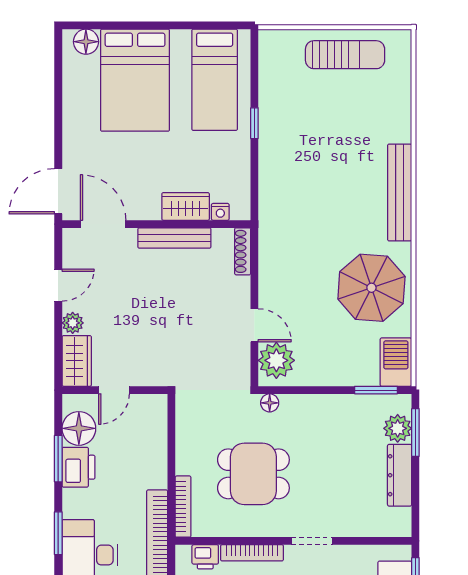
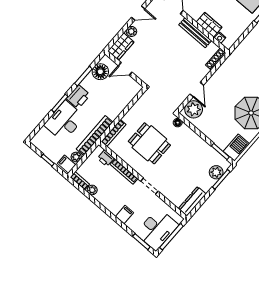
printer: (78, 467) -> (78, 97), moved
dresser: (400, 475) -> (192, 201), moved

